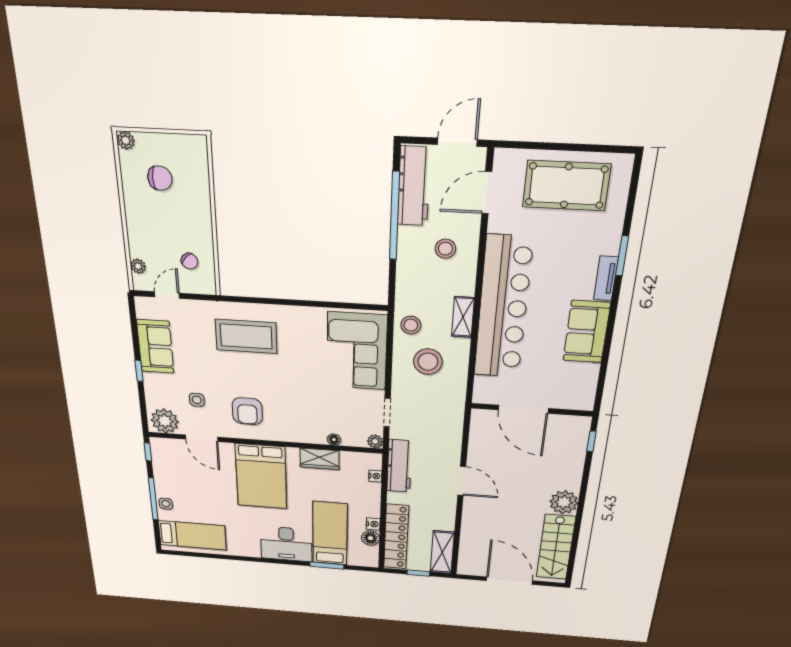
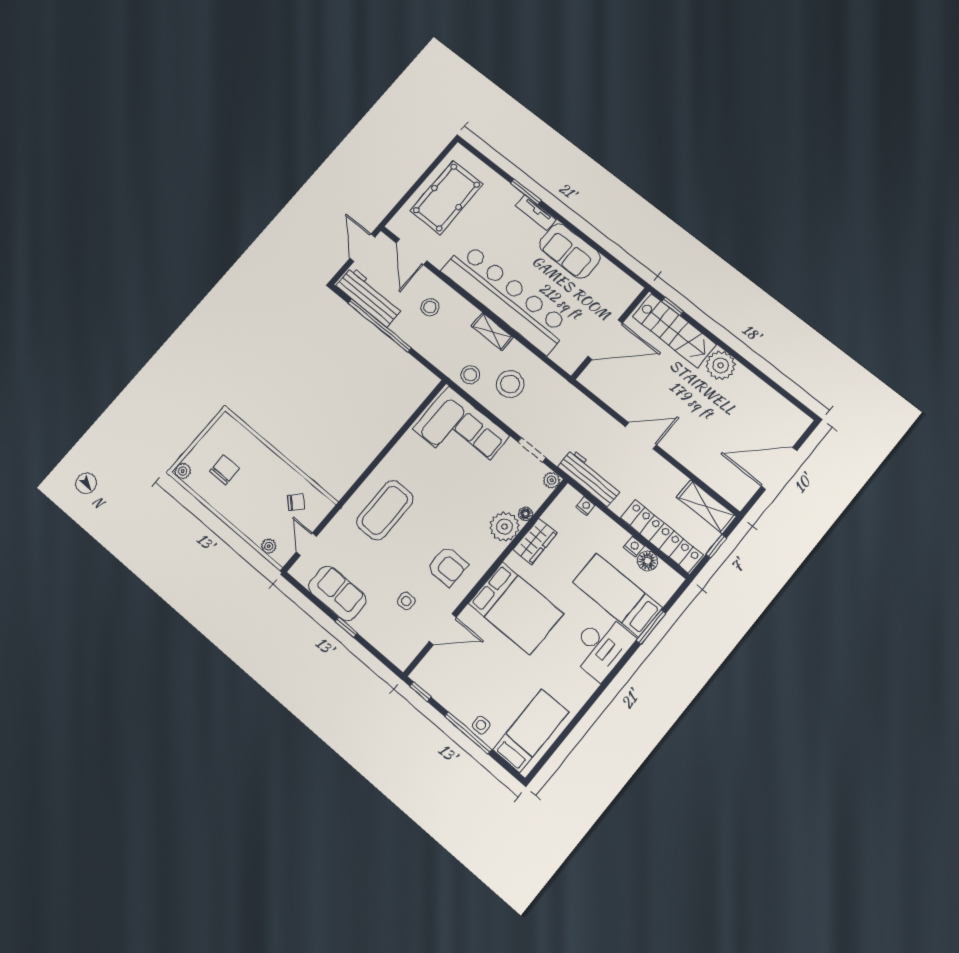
plant: (165, 421) -> (505, 527), moved
stairs: (556, 547) -> (674, 331), moved

